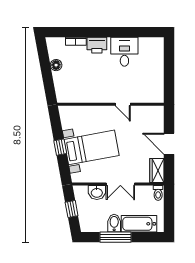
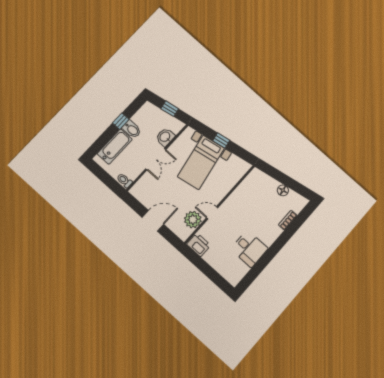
printer: (97, 45) -> (199, 245), moved, turned 90
plant: (141, 114) -> (193, 220), added
wardrobe: (157, 171) -> (141, 194), removed
double door: (120, 184) -> (156, 159), swing flipped
window: (115, 237) -> (121, 121), width x0.46

